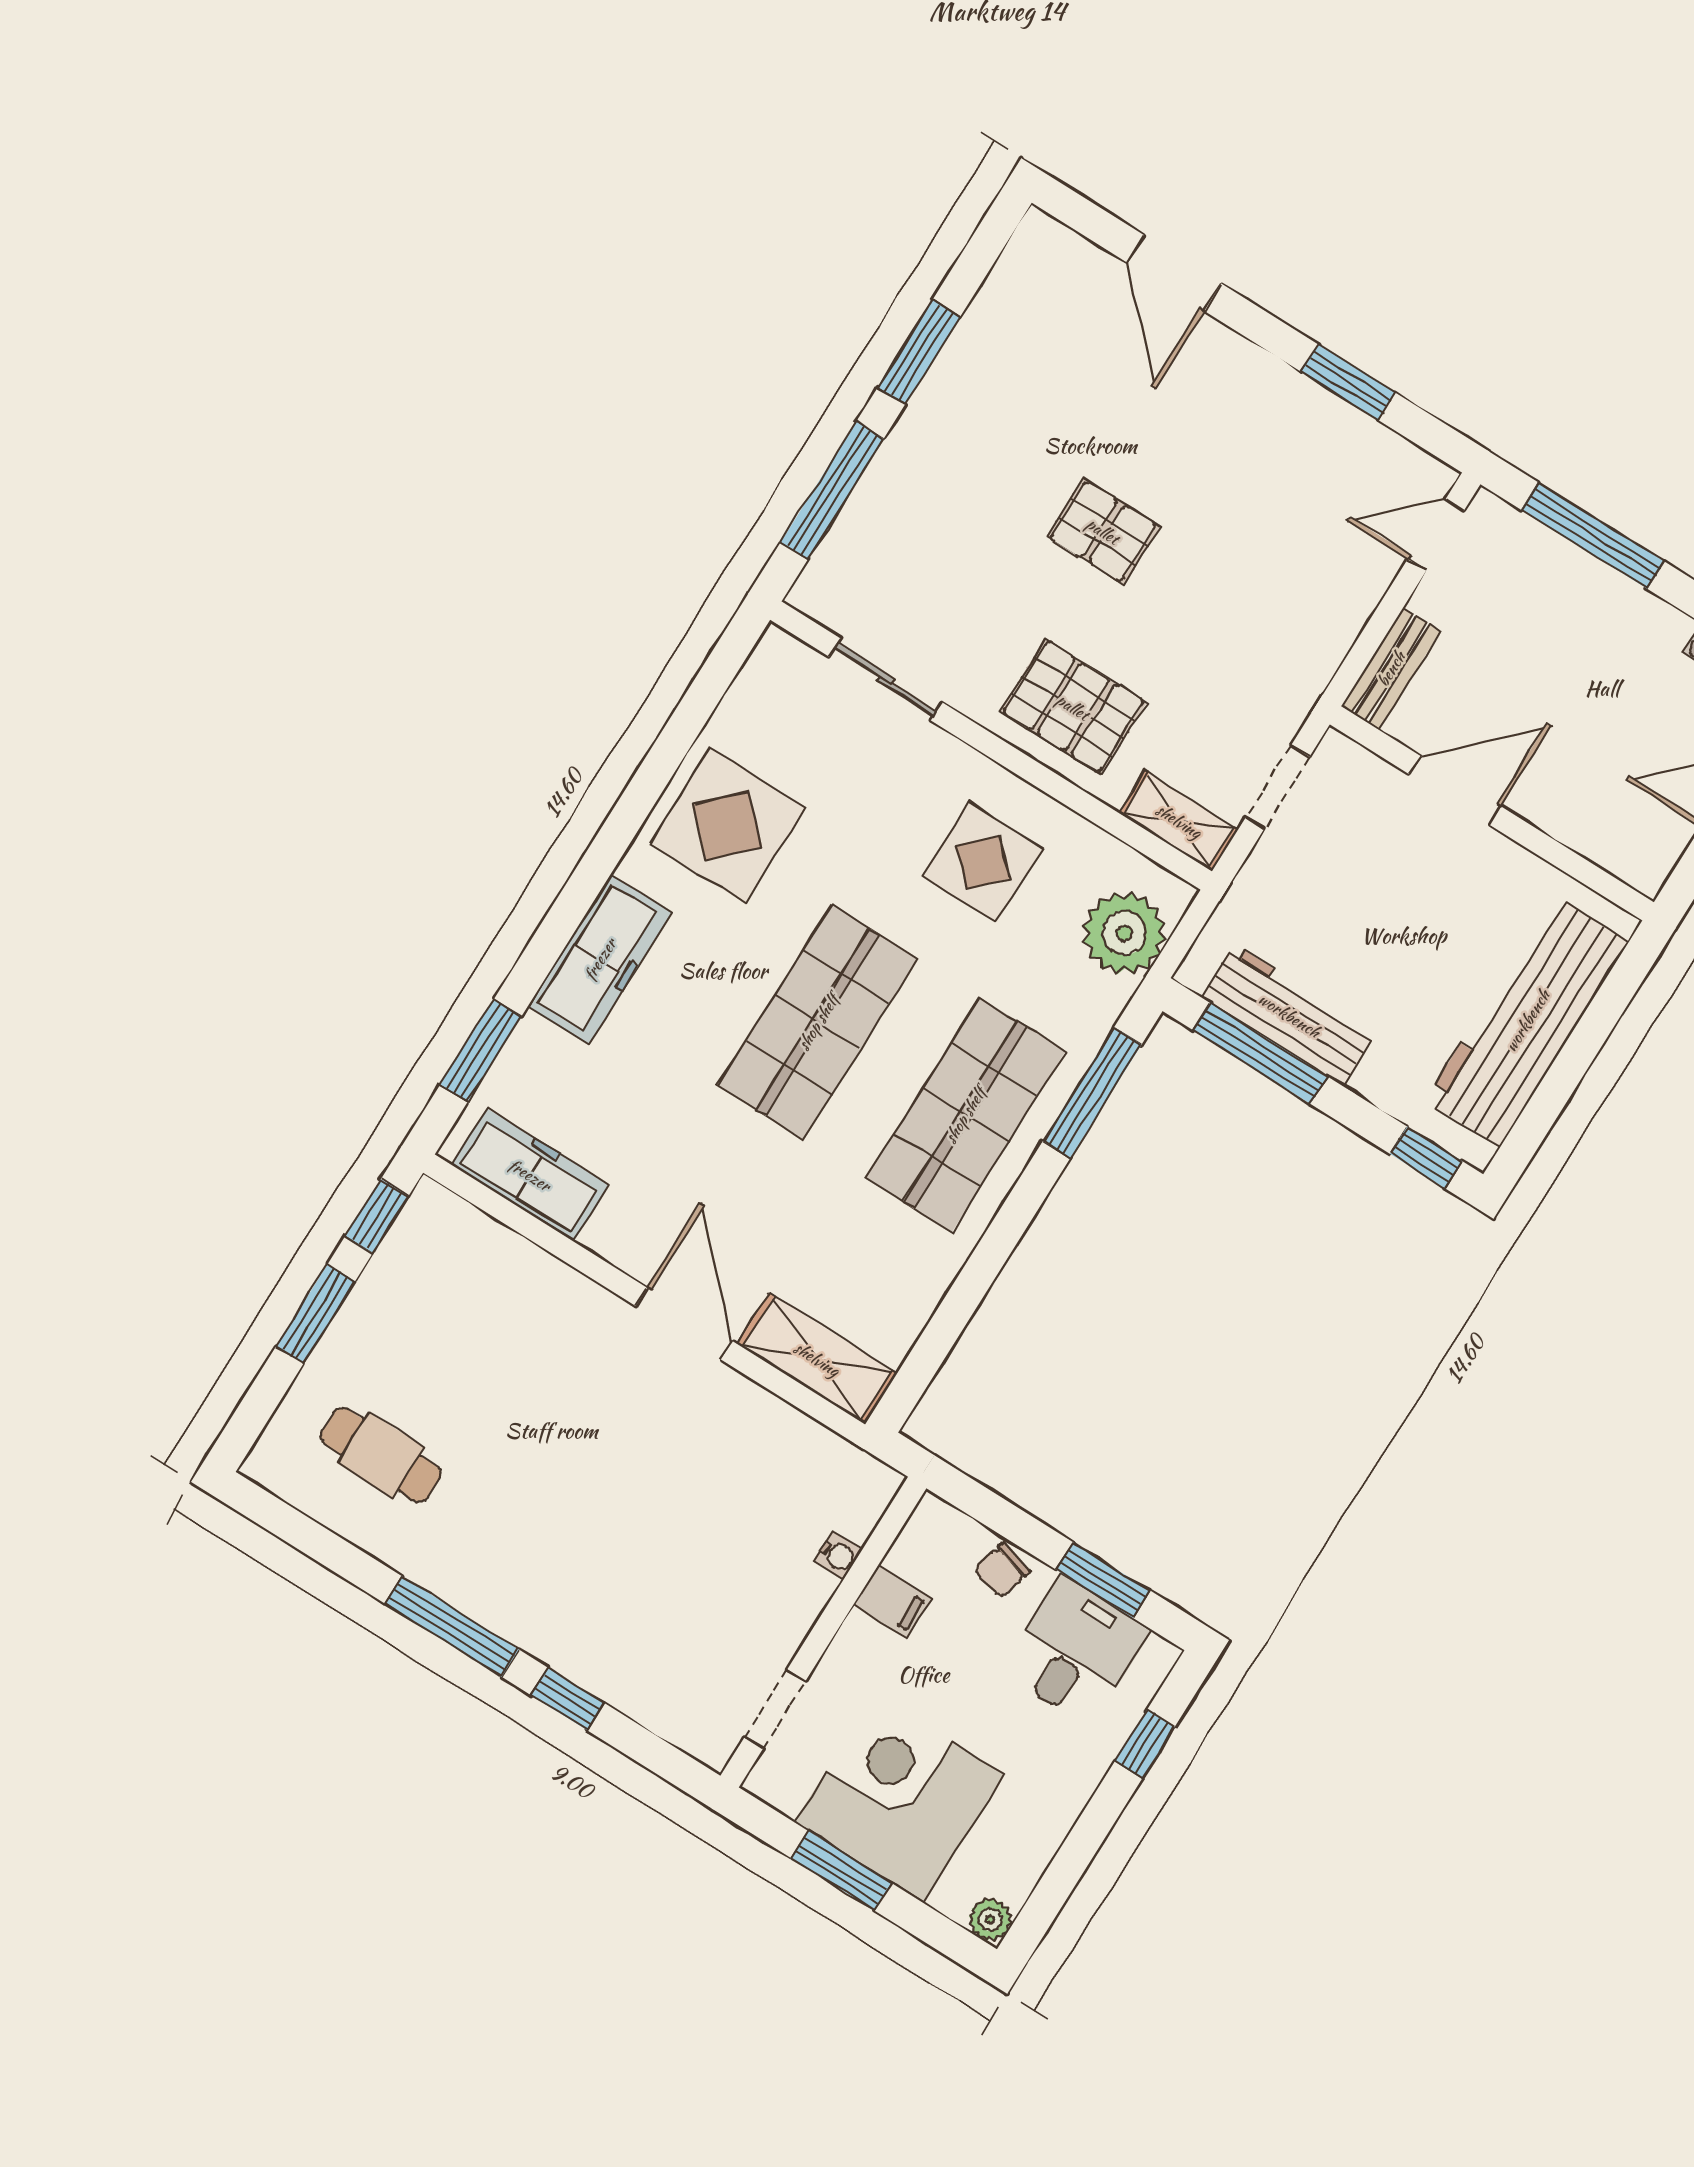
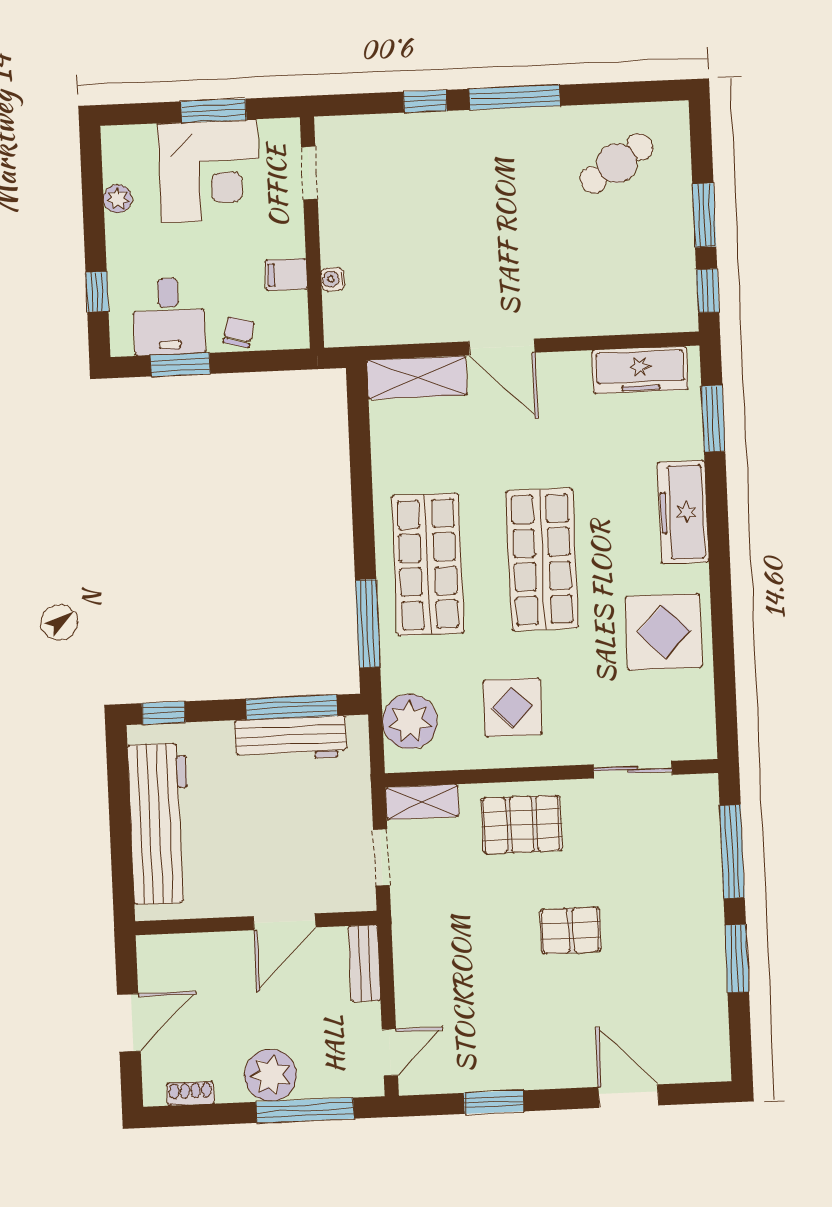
plant: (1606, 610) -> (271, 1075), added
cafe table: (381, 1455) -> (617, 163), turned -33
plant: (990, 1920) -> (118, 199), moved

